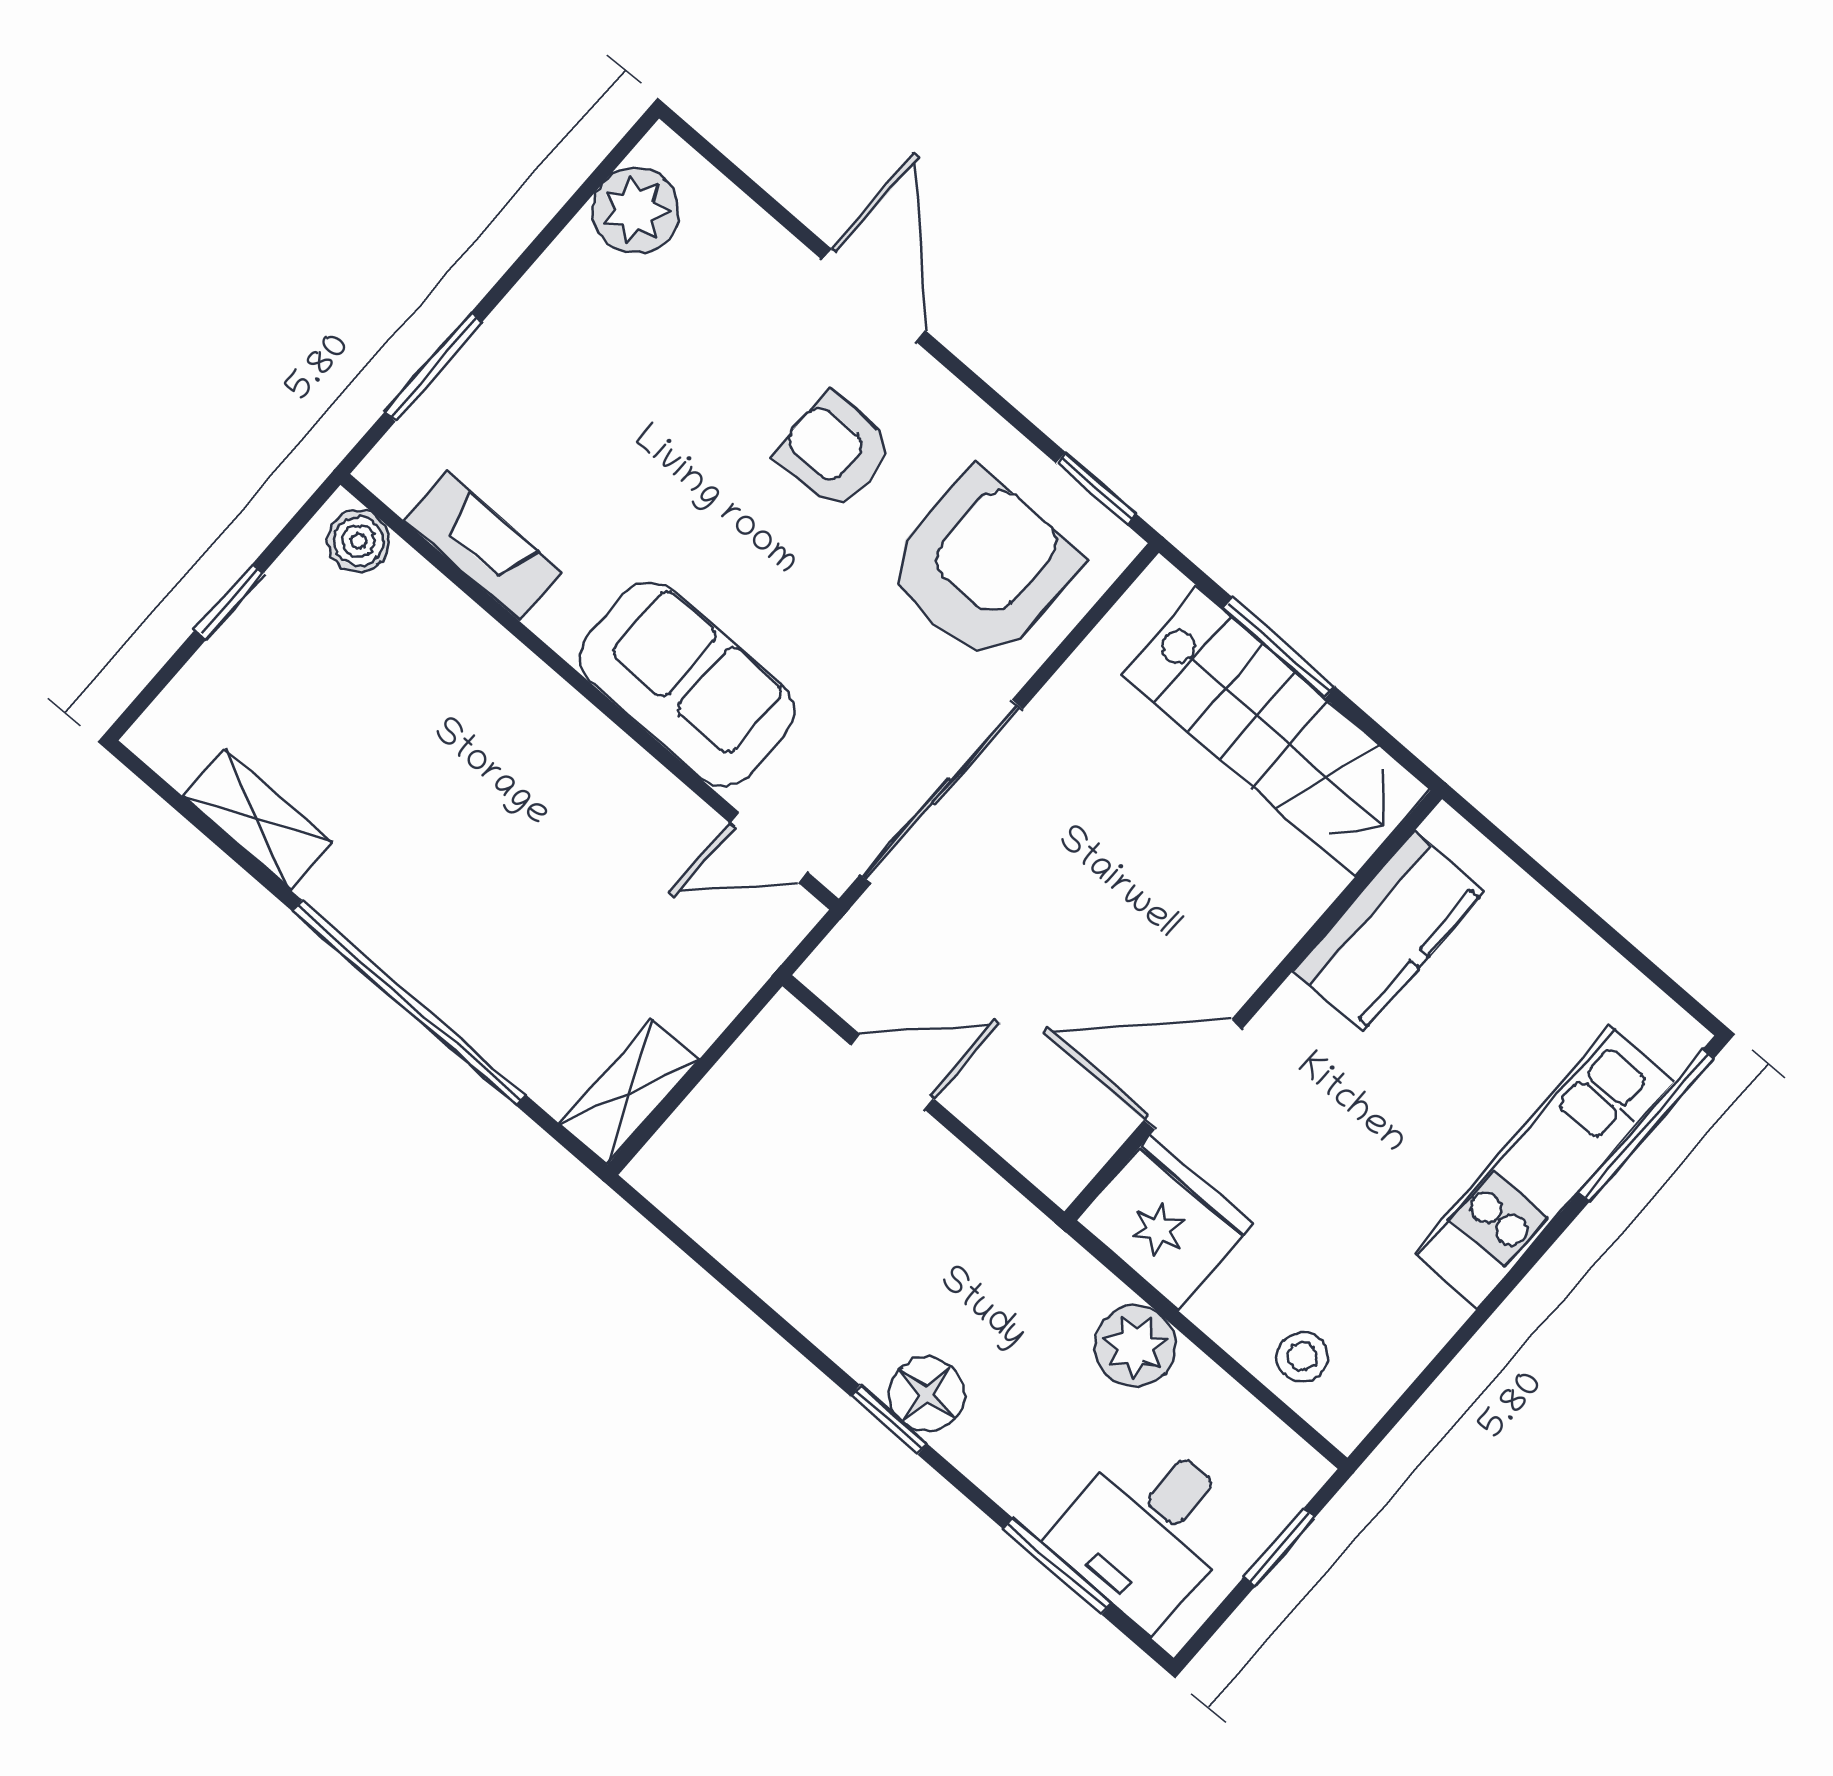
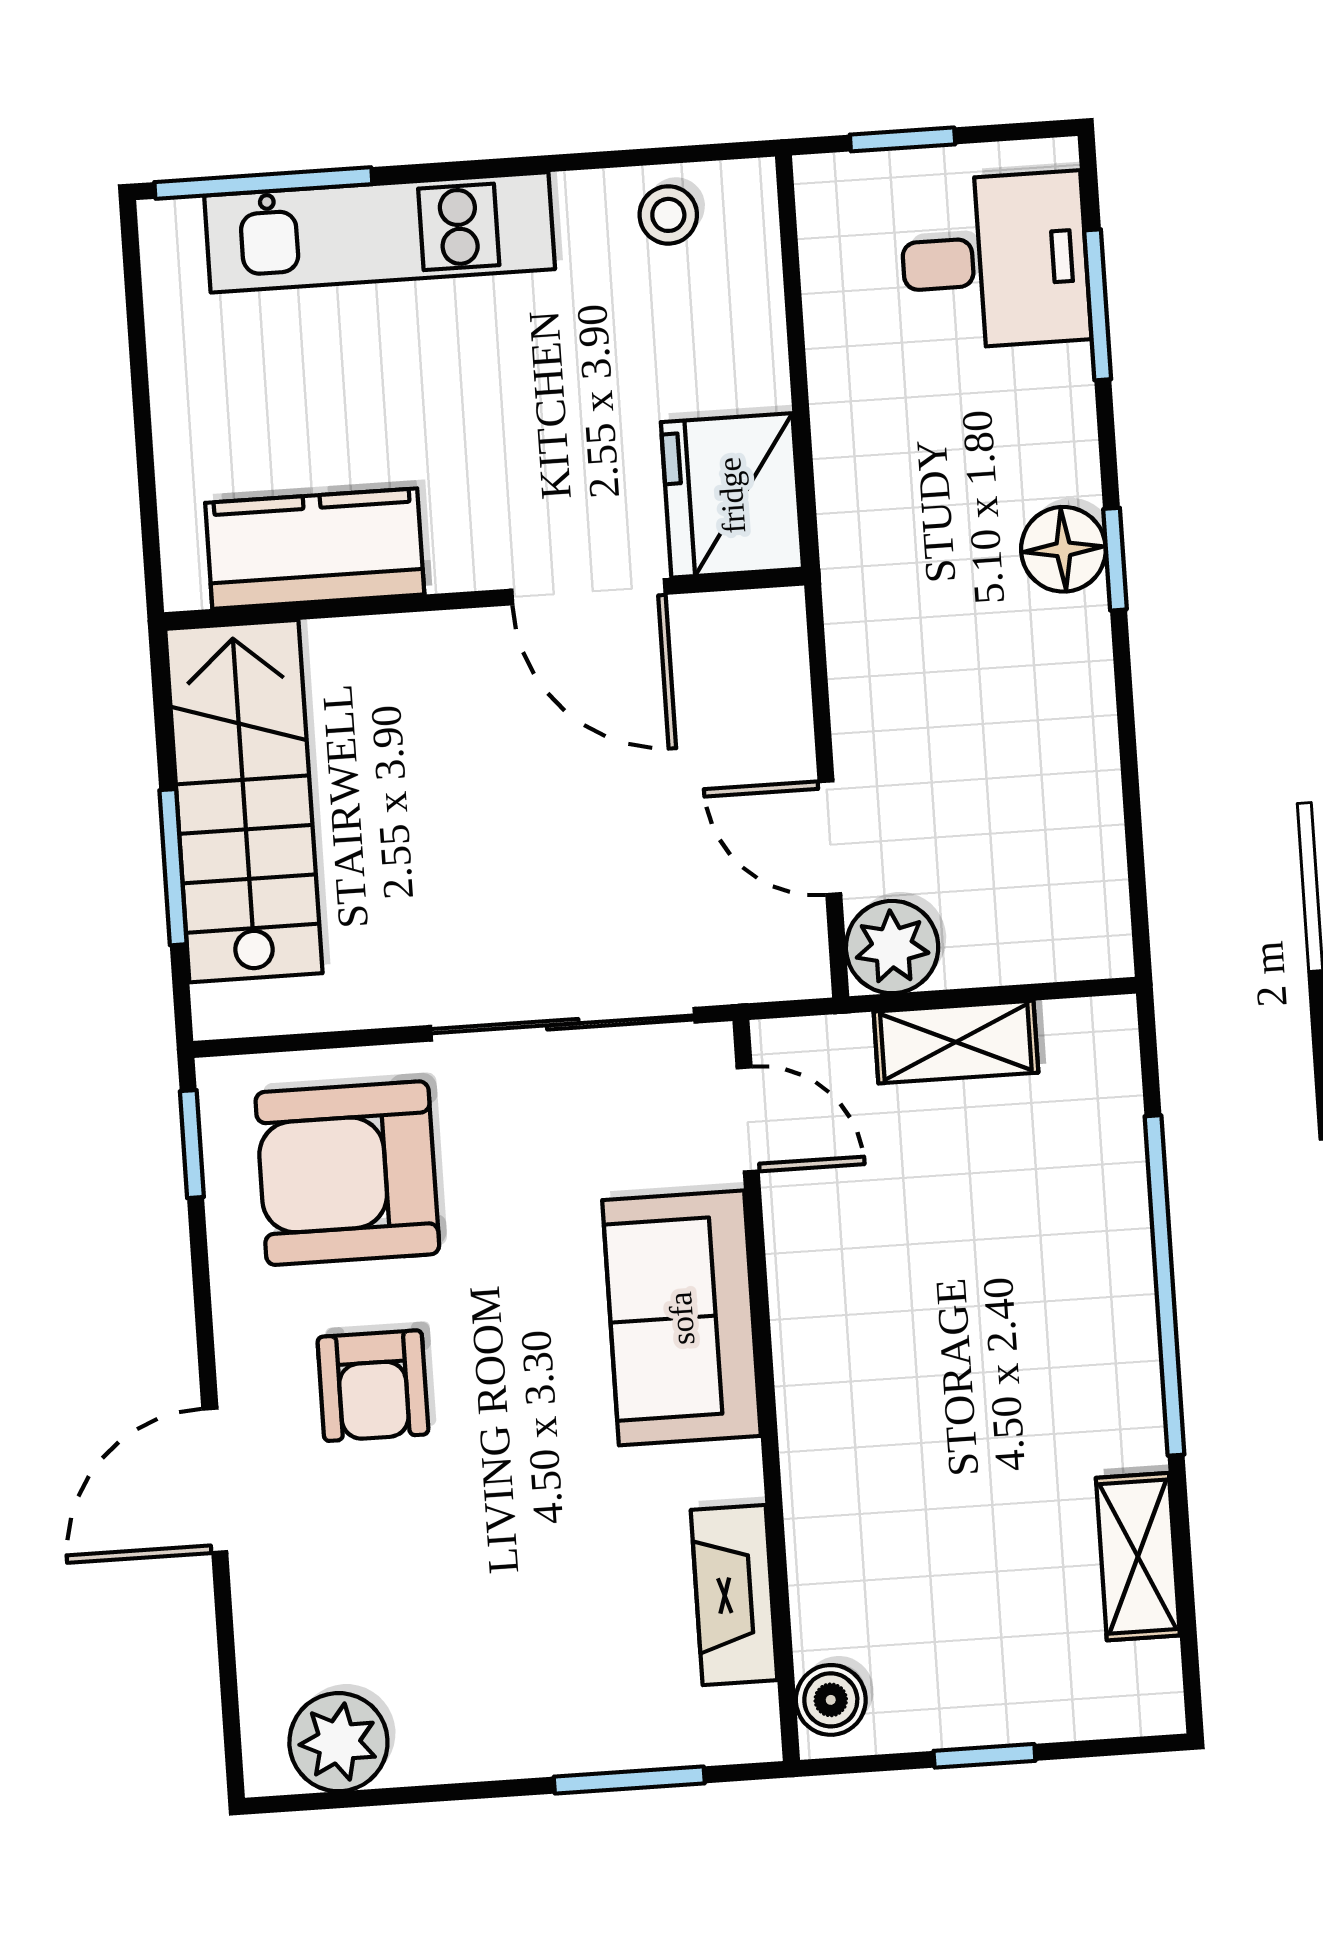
shelving: (629, 1092) -> (956, 1042), moved
plant: (1135, 1346) -> (892, 947), moved
stool: (1302, 1356) -> (668, 215), moved

